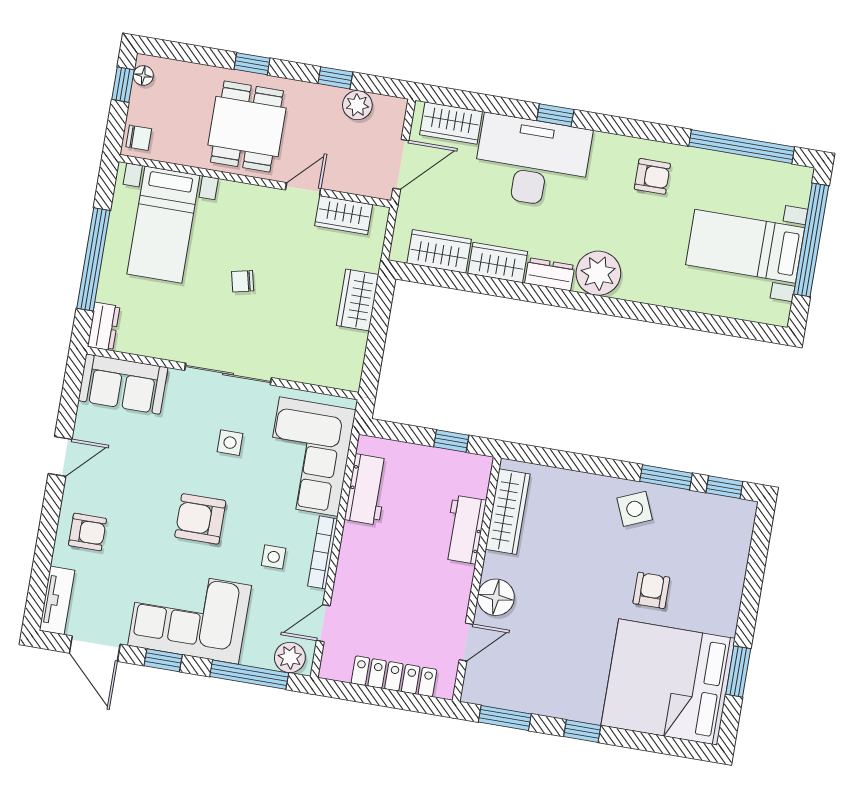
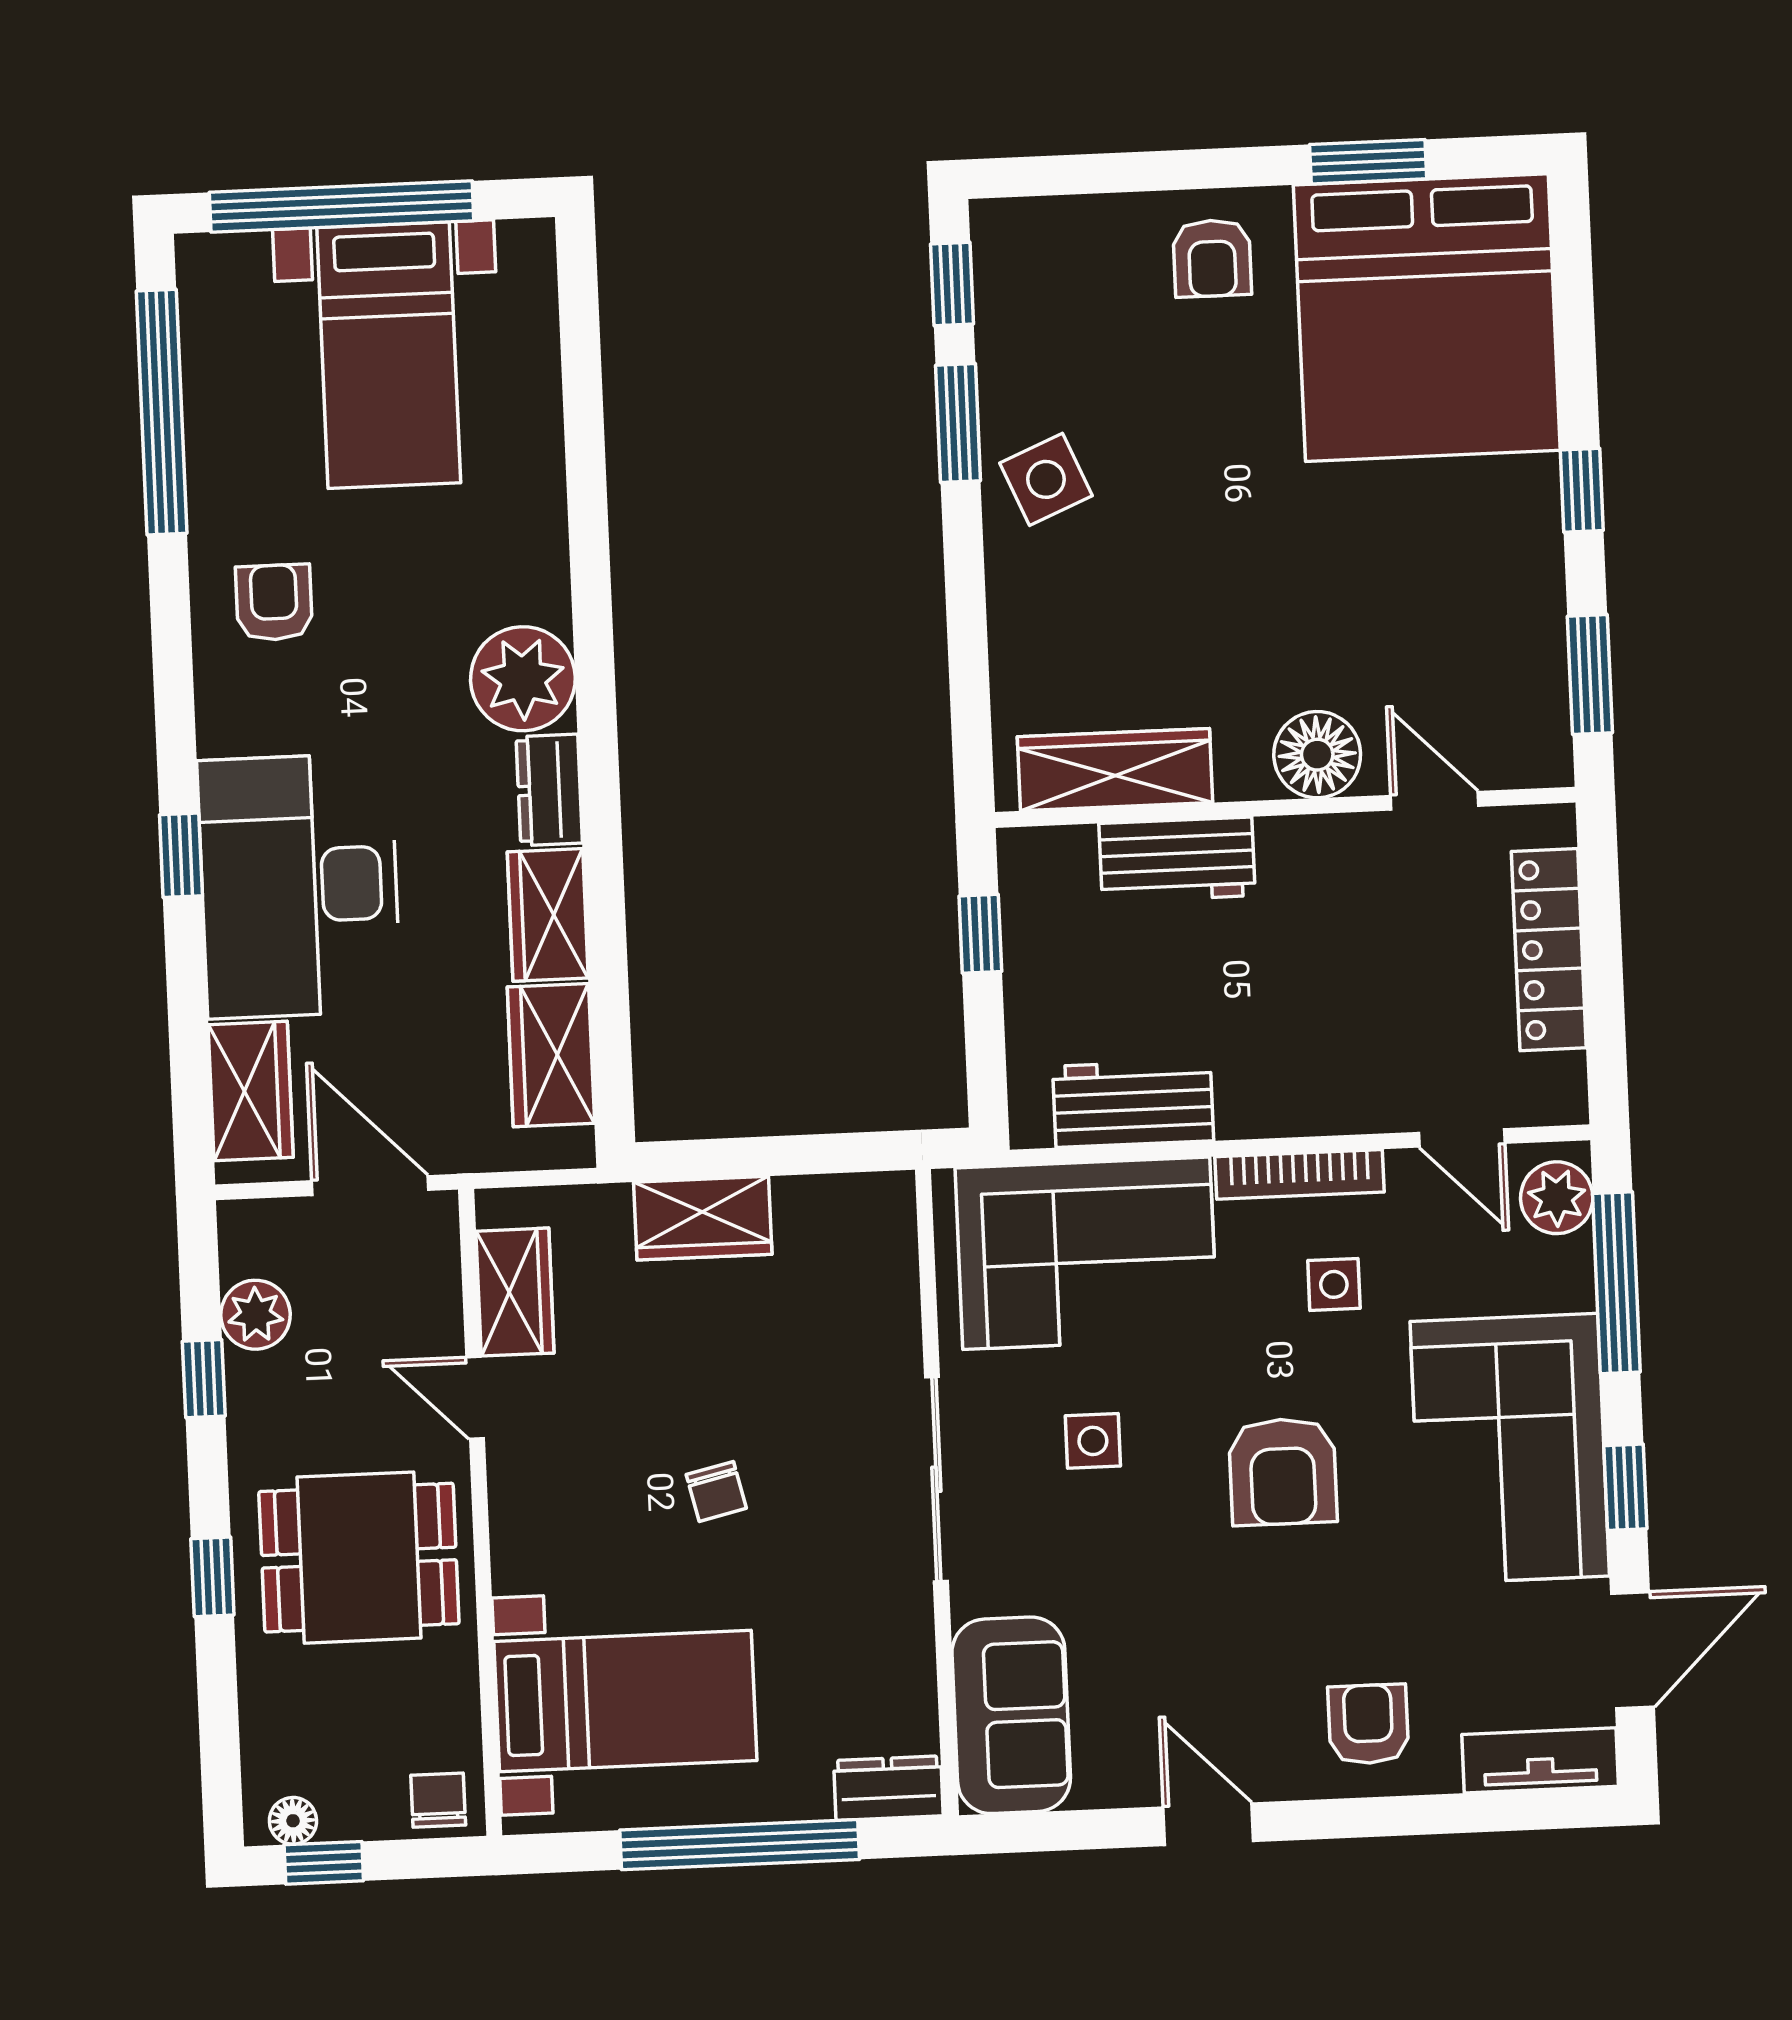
armchair: (651, 590) -> (1212, 258), moved, turned -90

